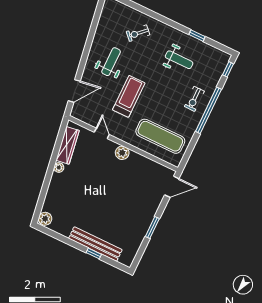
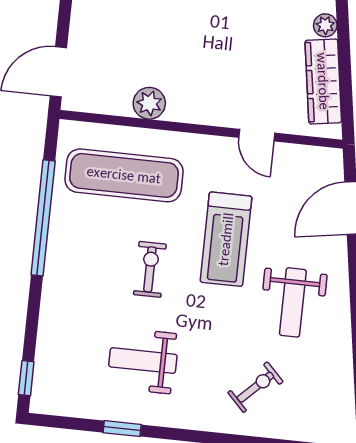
exercise bike: (194, 99) -> (150, 269), moved
window: (208, 110) -> (43, 218), moved
plant: (122, 153) -> (149, 103), moved

